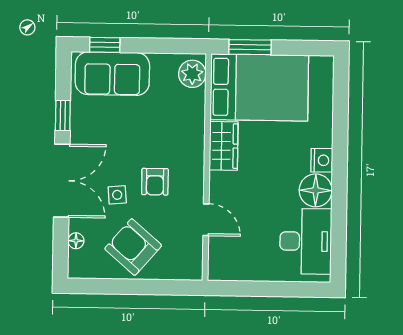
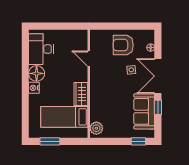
window: (250, 47) -> (50, 141), moved
sofa: (112, 74) -> (144, 111), moved, turned -90
bed: (259, 87) -> (64, 117), width x0.67
armchair: (155, 182) -> (113, 76), removed
armchair: (133, 247) -> (123, 45), turned 139

